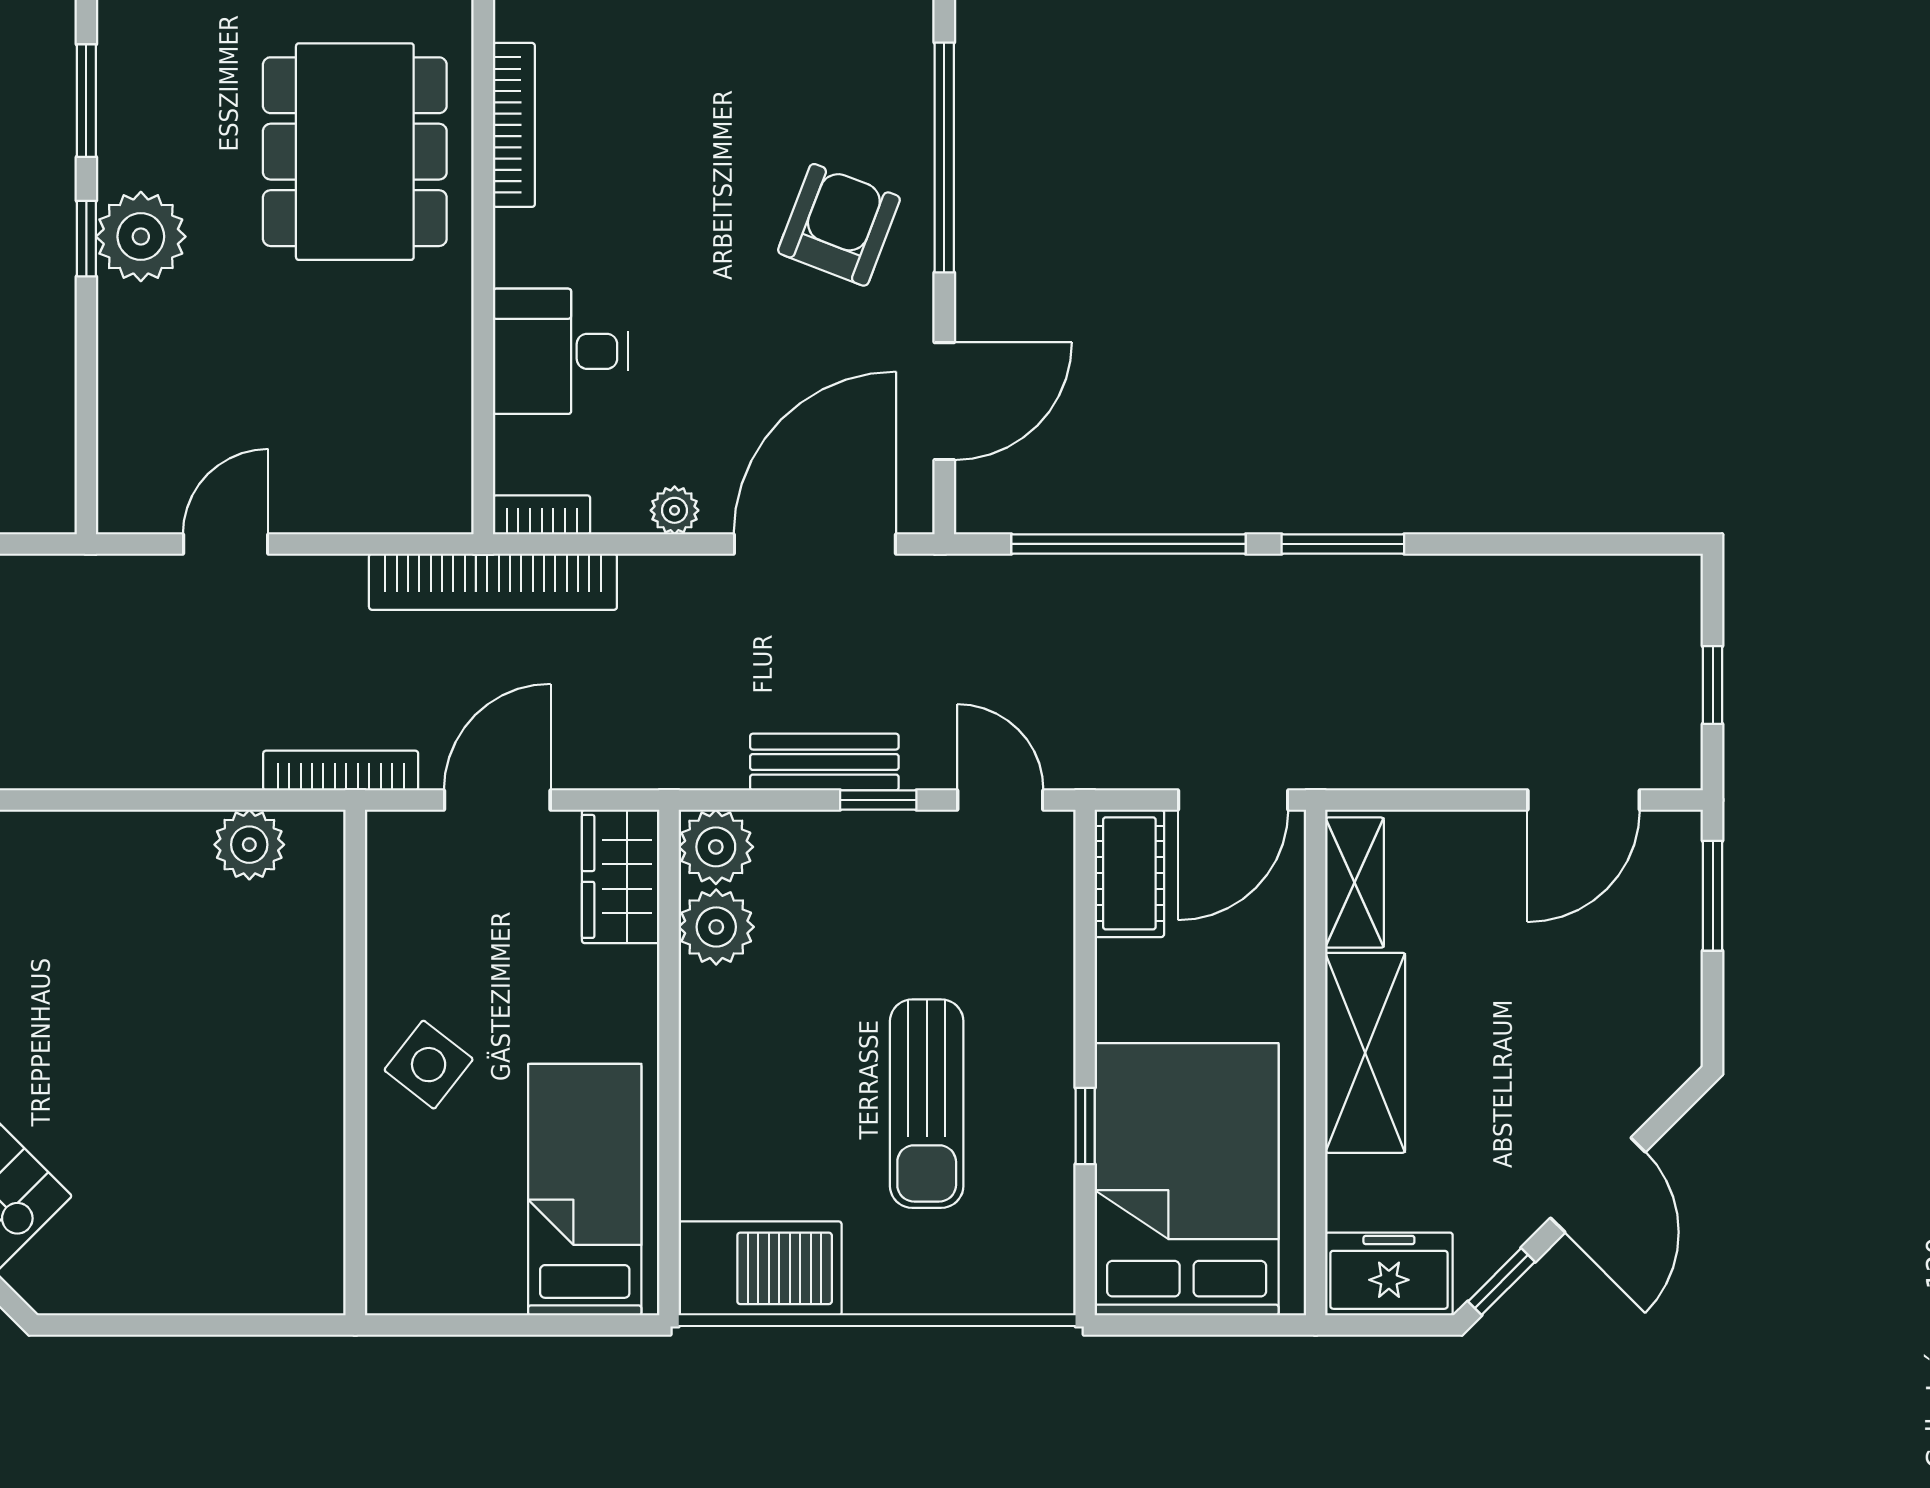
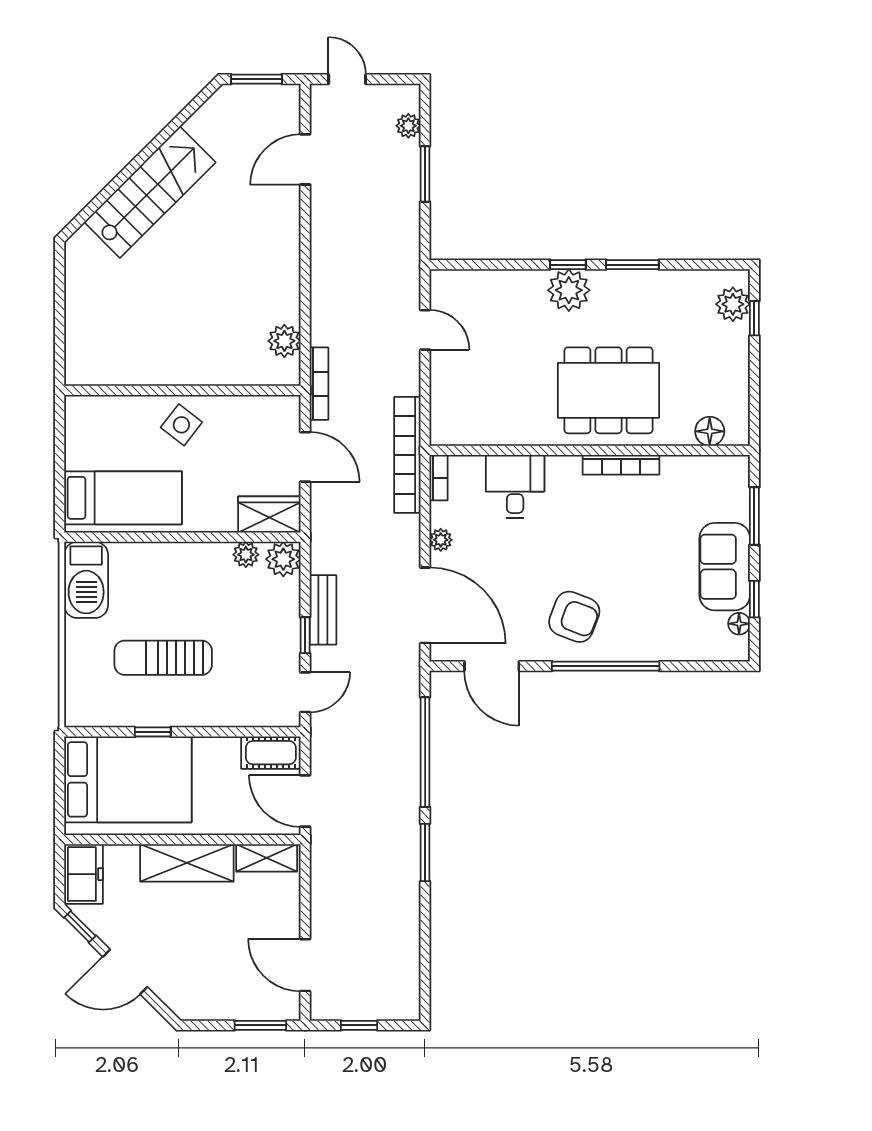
plant: (716, 927) -> (246, 555), width x0.73, depth x0.73

